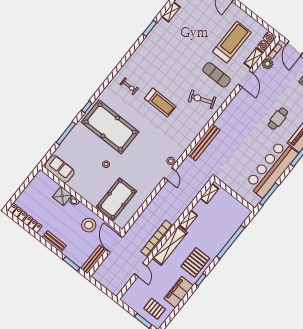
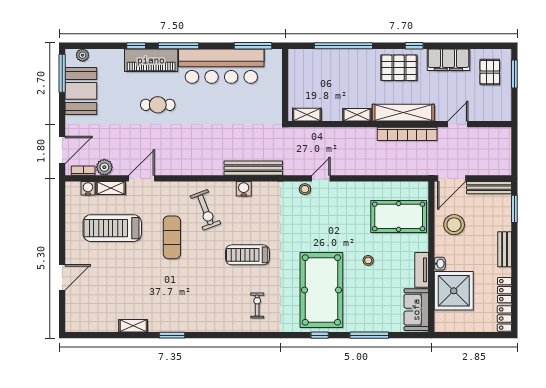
water cooler: (269, 38) -> (244, 189), moved
exercise mat: (217, 75) -> (172, 237), moved
treadmill: (160, 103) -> (247, 255), turned -90
tv unit: (78, 189) -> (422, 270), added
shower: (62, 196) -> (454, 291), width x1.86, depth x1.86

